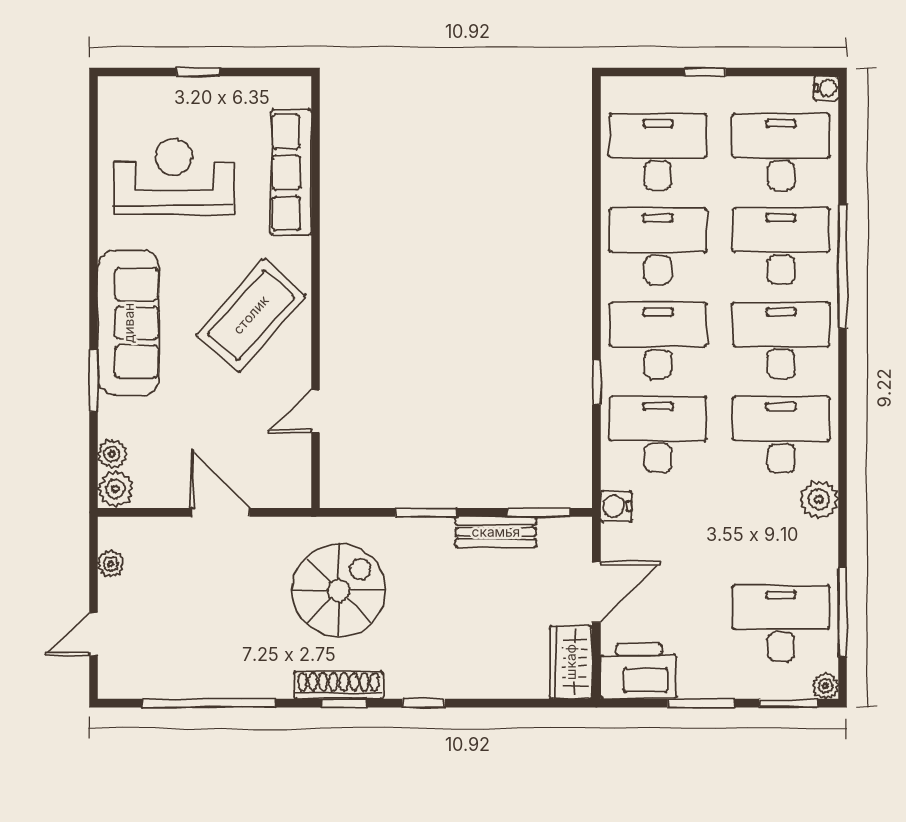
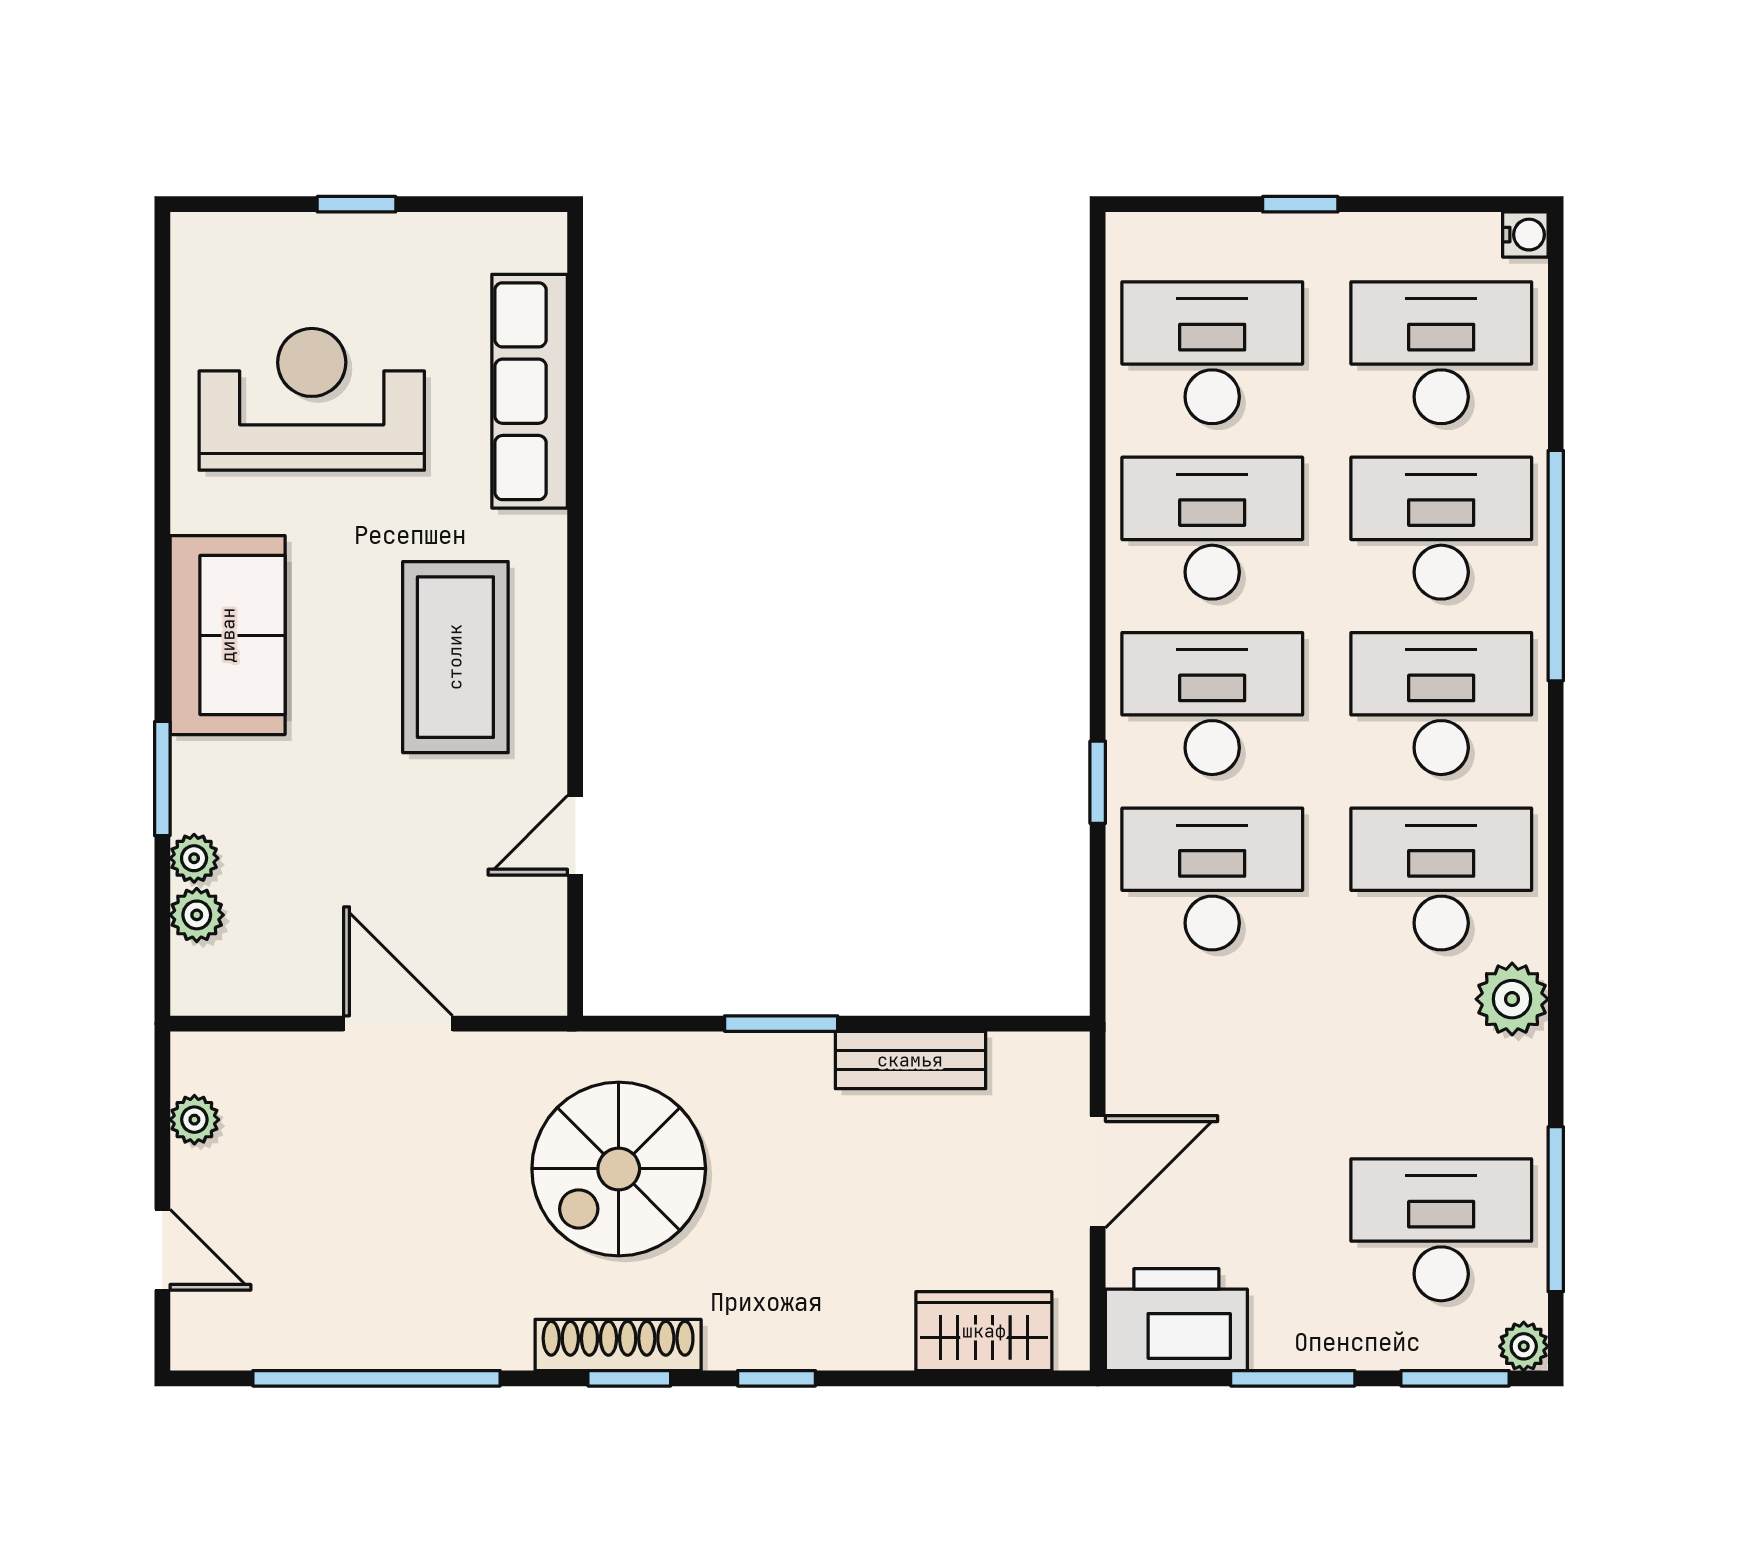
coffee table: (251, 315) -> (455, 657), turned -41
sofa: (129, 323) -> (228, 635), width x0.73
plant: (115, 489) -> (194, 858), moved, width x0.73, depth x0.73
water cooler: (616, 506) -> (1134, 1012), removed
window: (539, 512) -> (991, 1024), removed
spiral stairs: (339, 591) -> (619, 1169), turned 180
door: (93, 634) -> (162, 1250), swing flipped
wardrobe: (571, 662) -> (984, 1331), moved, turned 90

